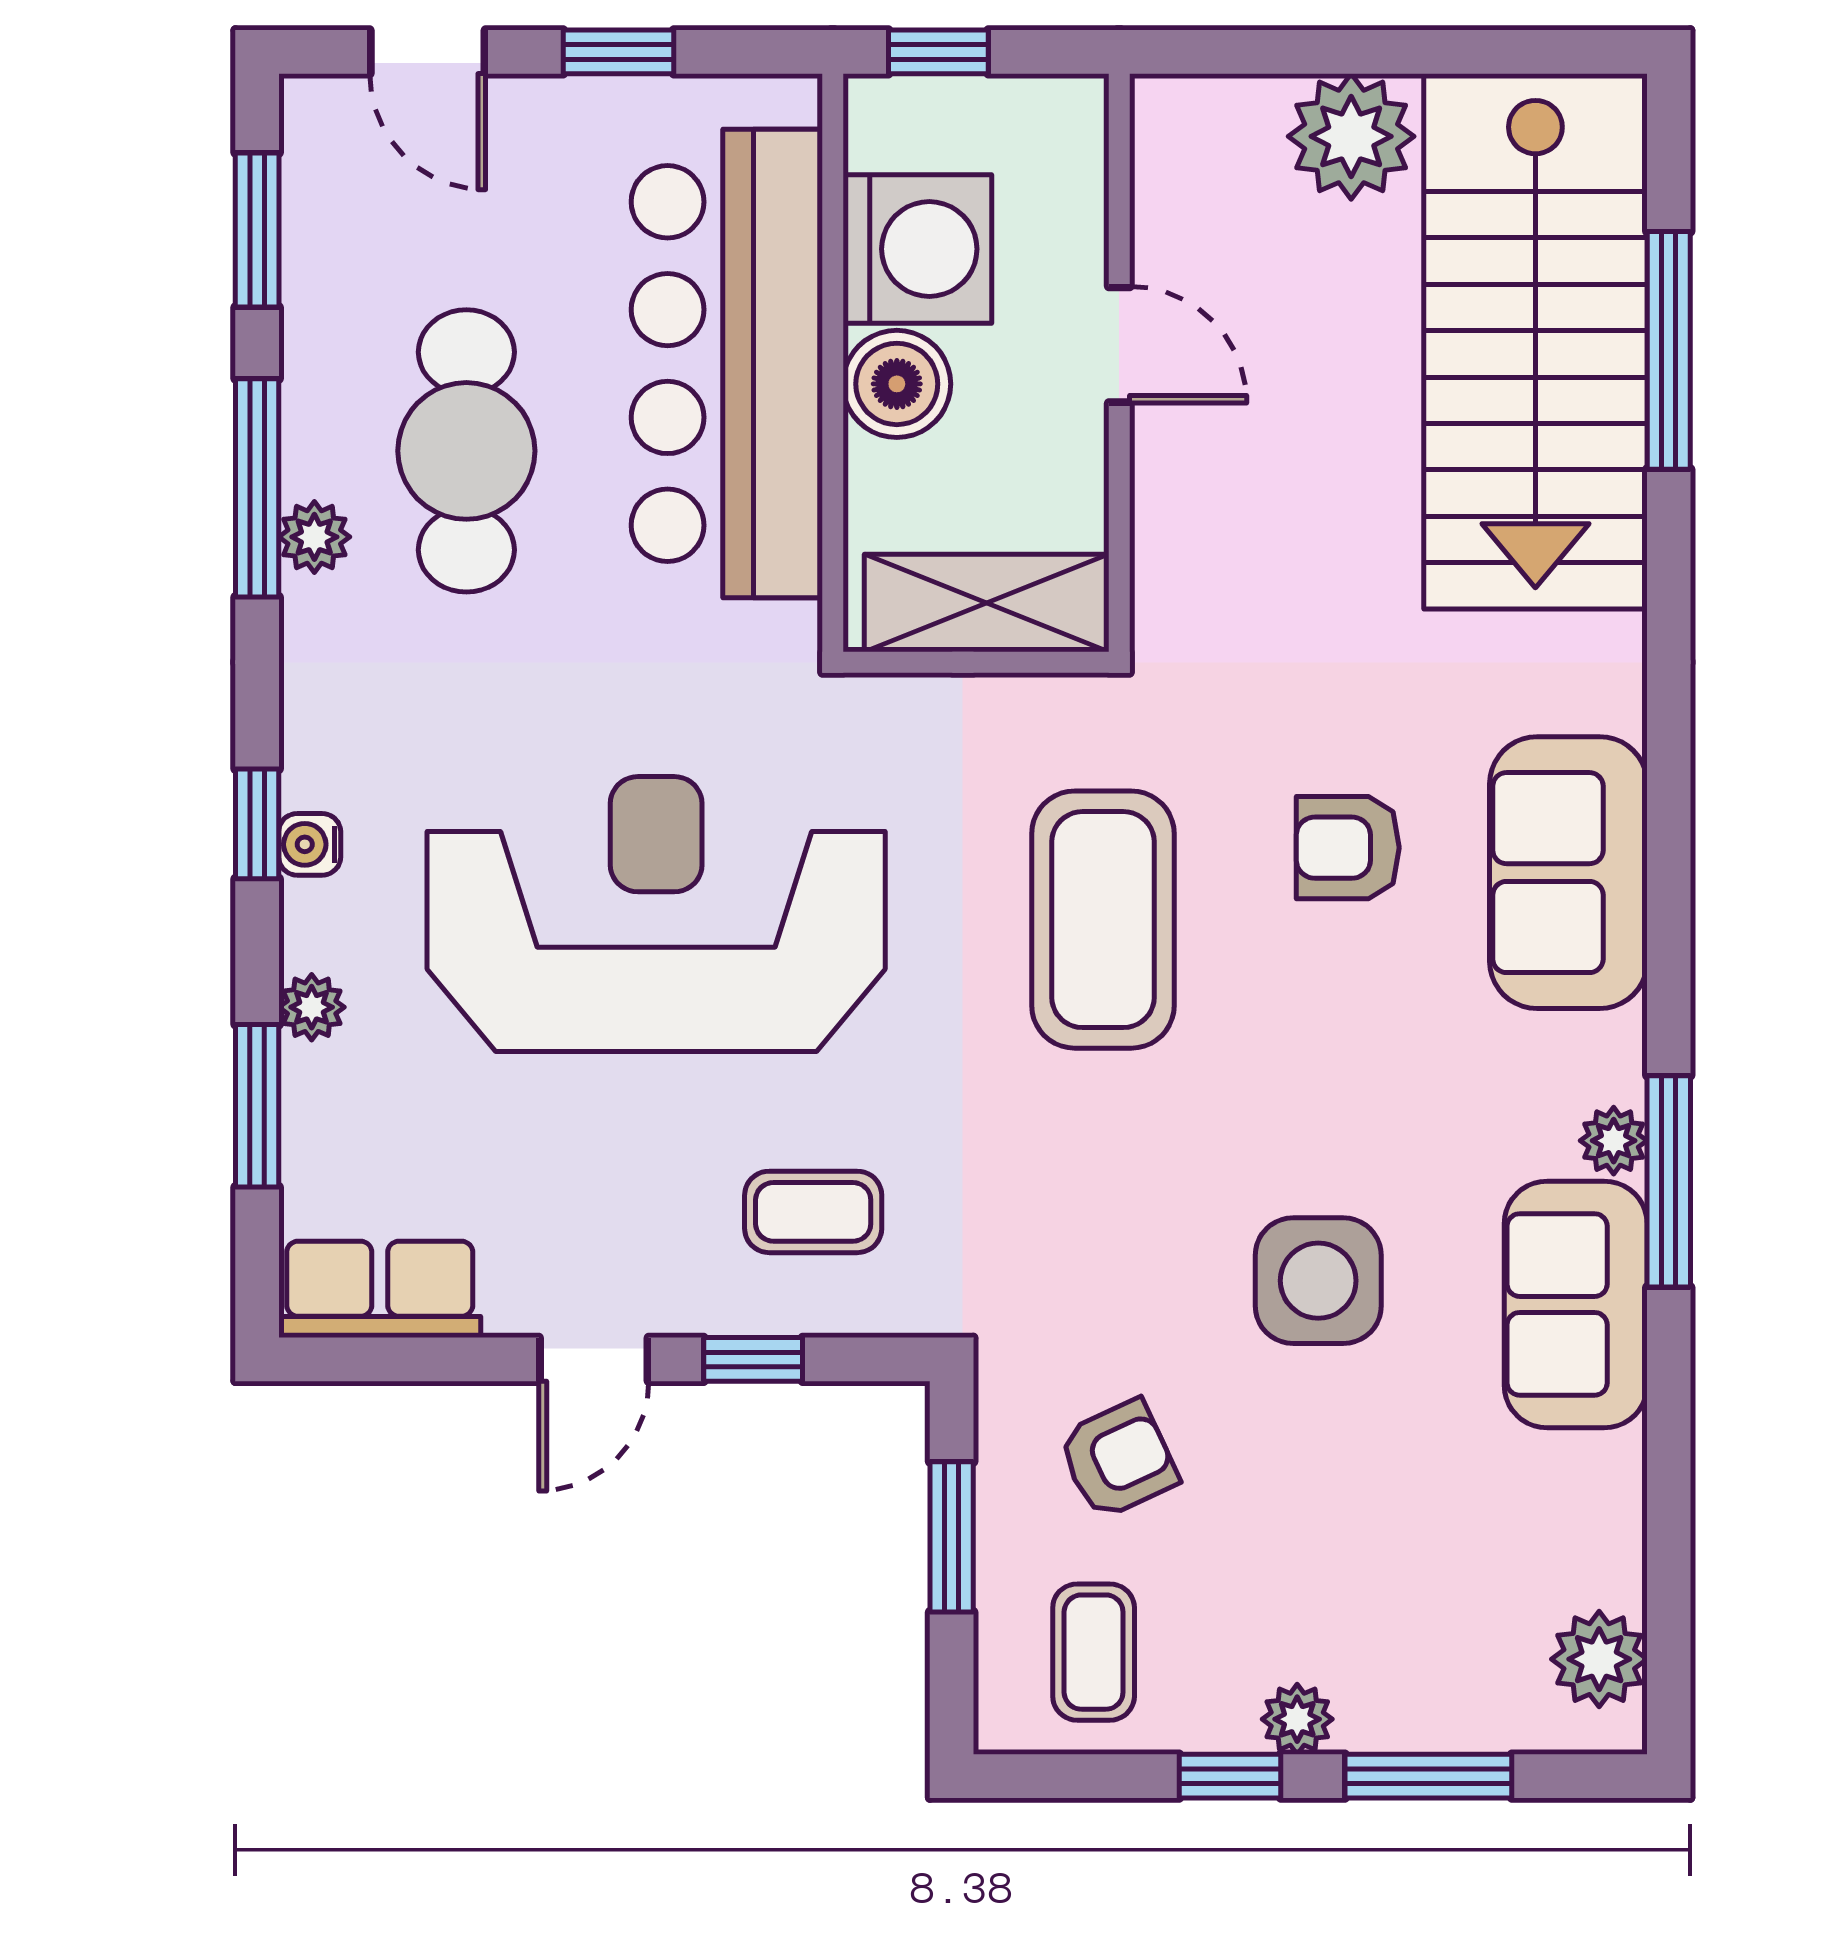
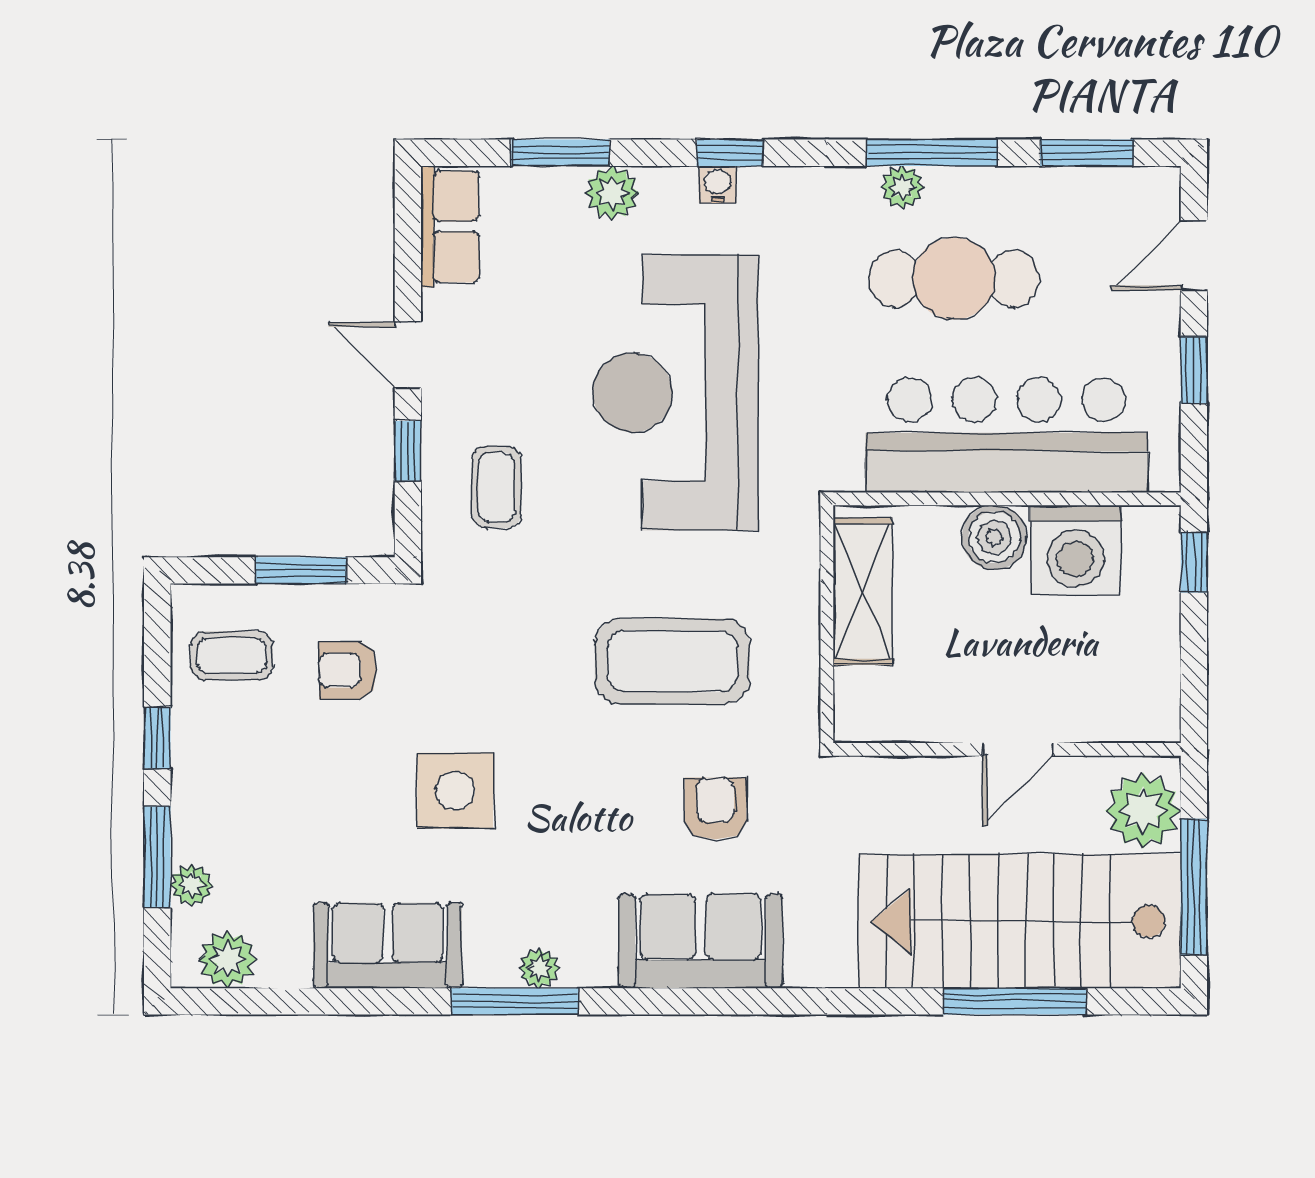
window: (1478, 52) -> (1194, 887), added
door: (1119, 345) -> (1018, 749), moved
wall: (1119, 363) -> (1007, 749), moved
reception desk: (656, 914) -> (676, 393), turned 180
plant: (312, 1007) -> (612, 193), width x1.38, depth x1.38
sofa: (1576, 1304) -> (388, 945), moved
armchair: (1118, 1459) -> (348, 670), turned 115
plant: (1297, 1719) -> (191, 885), moved

